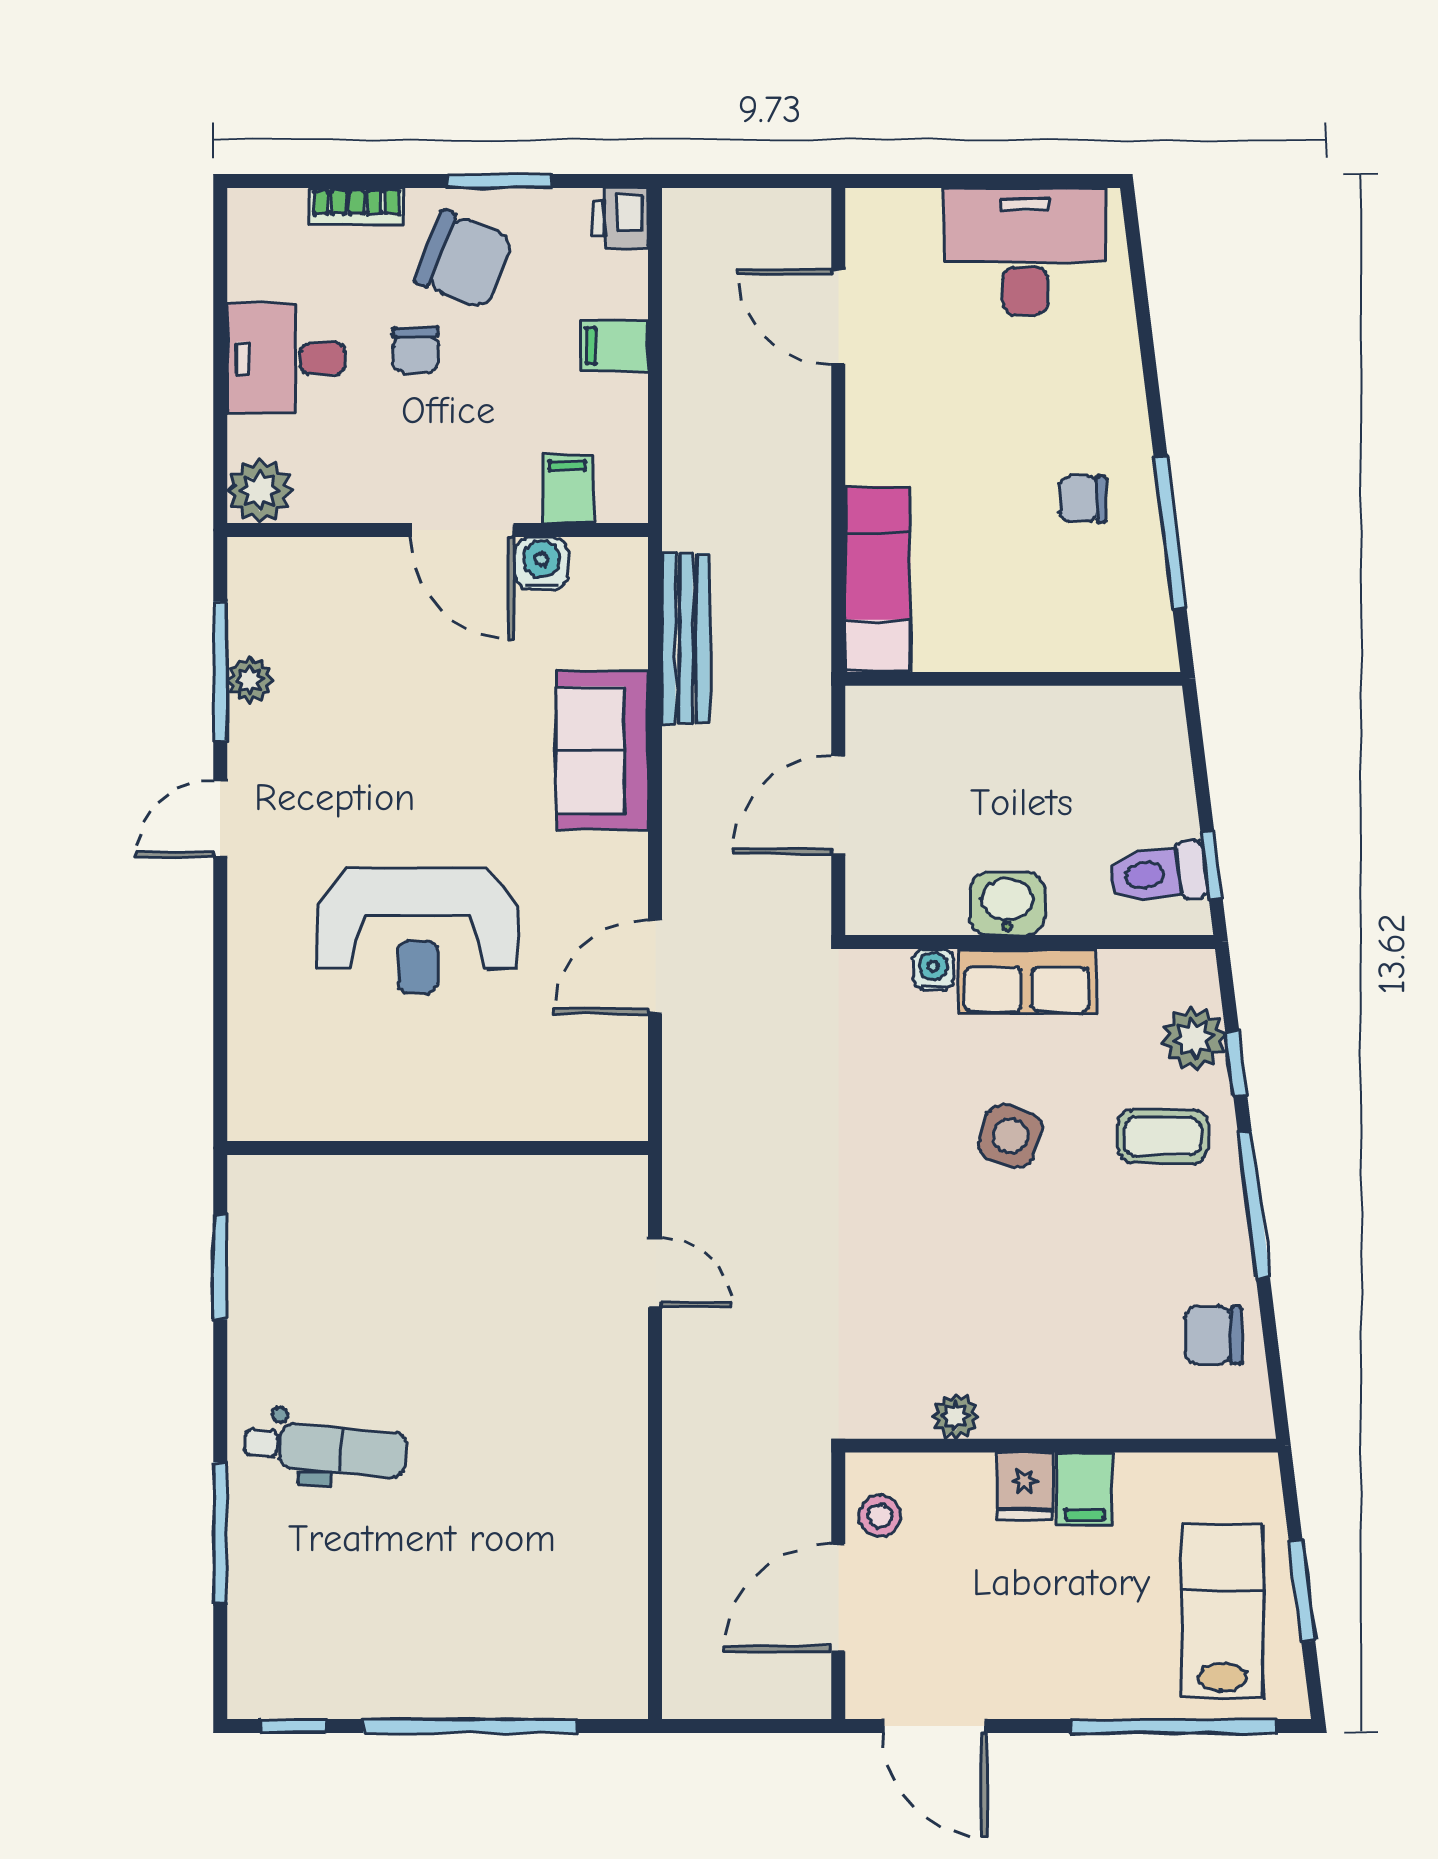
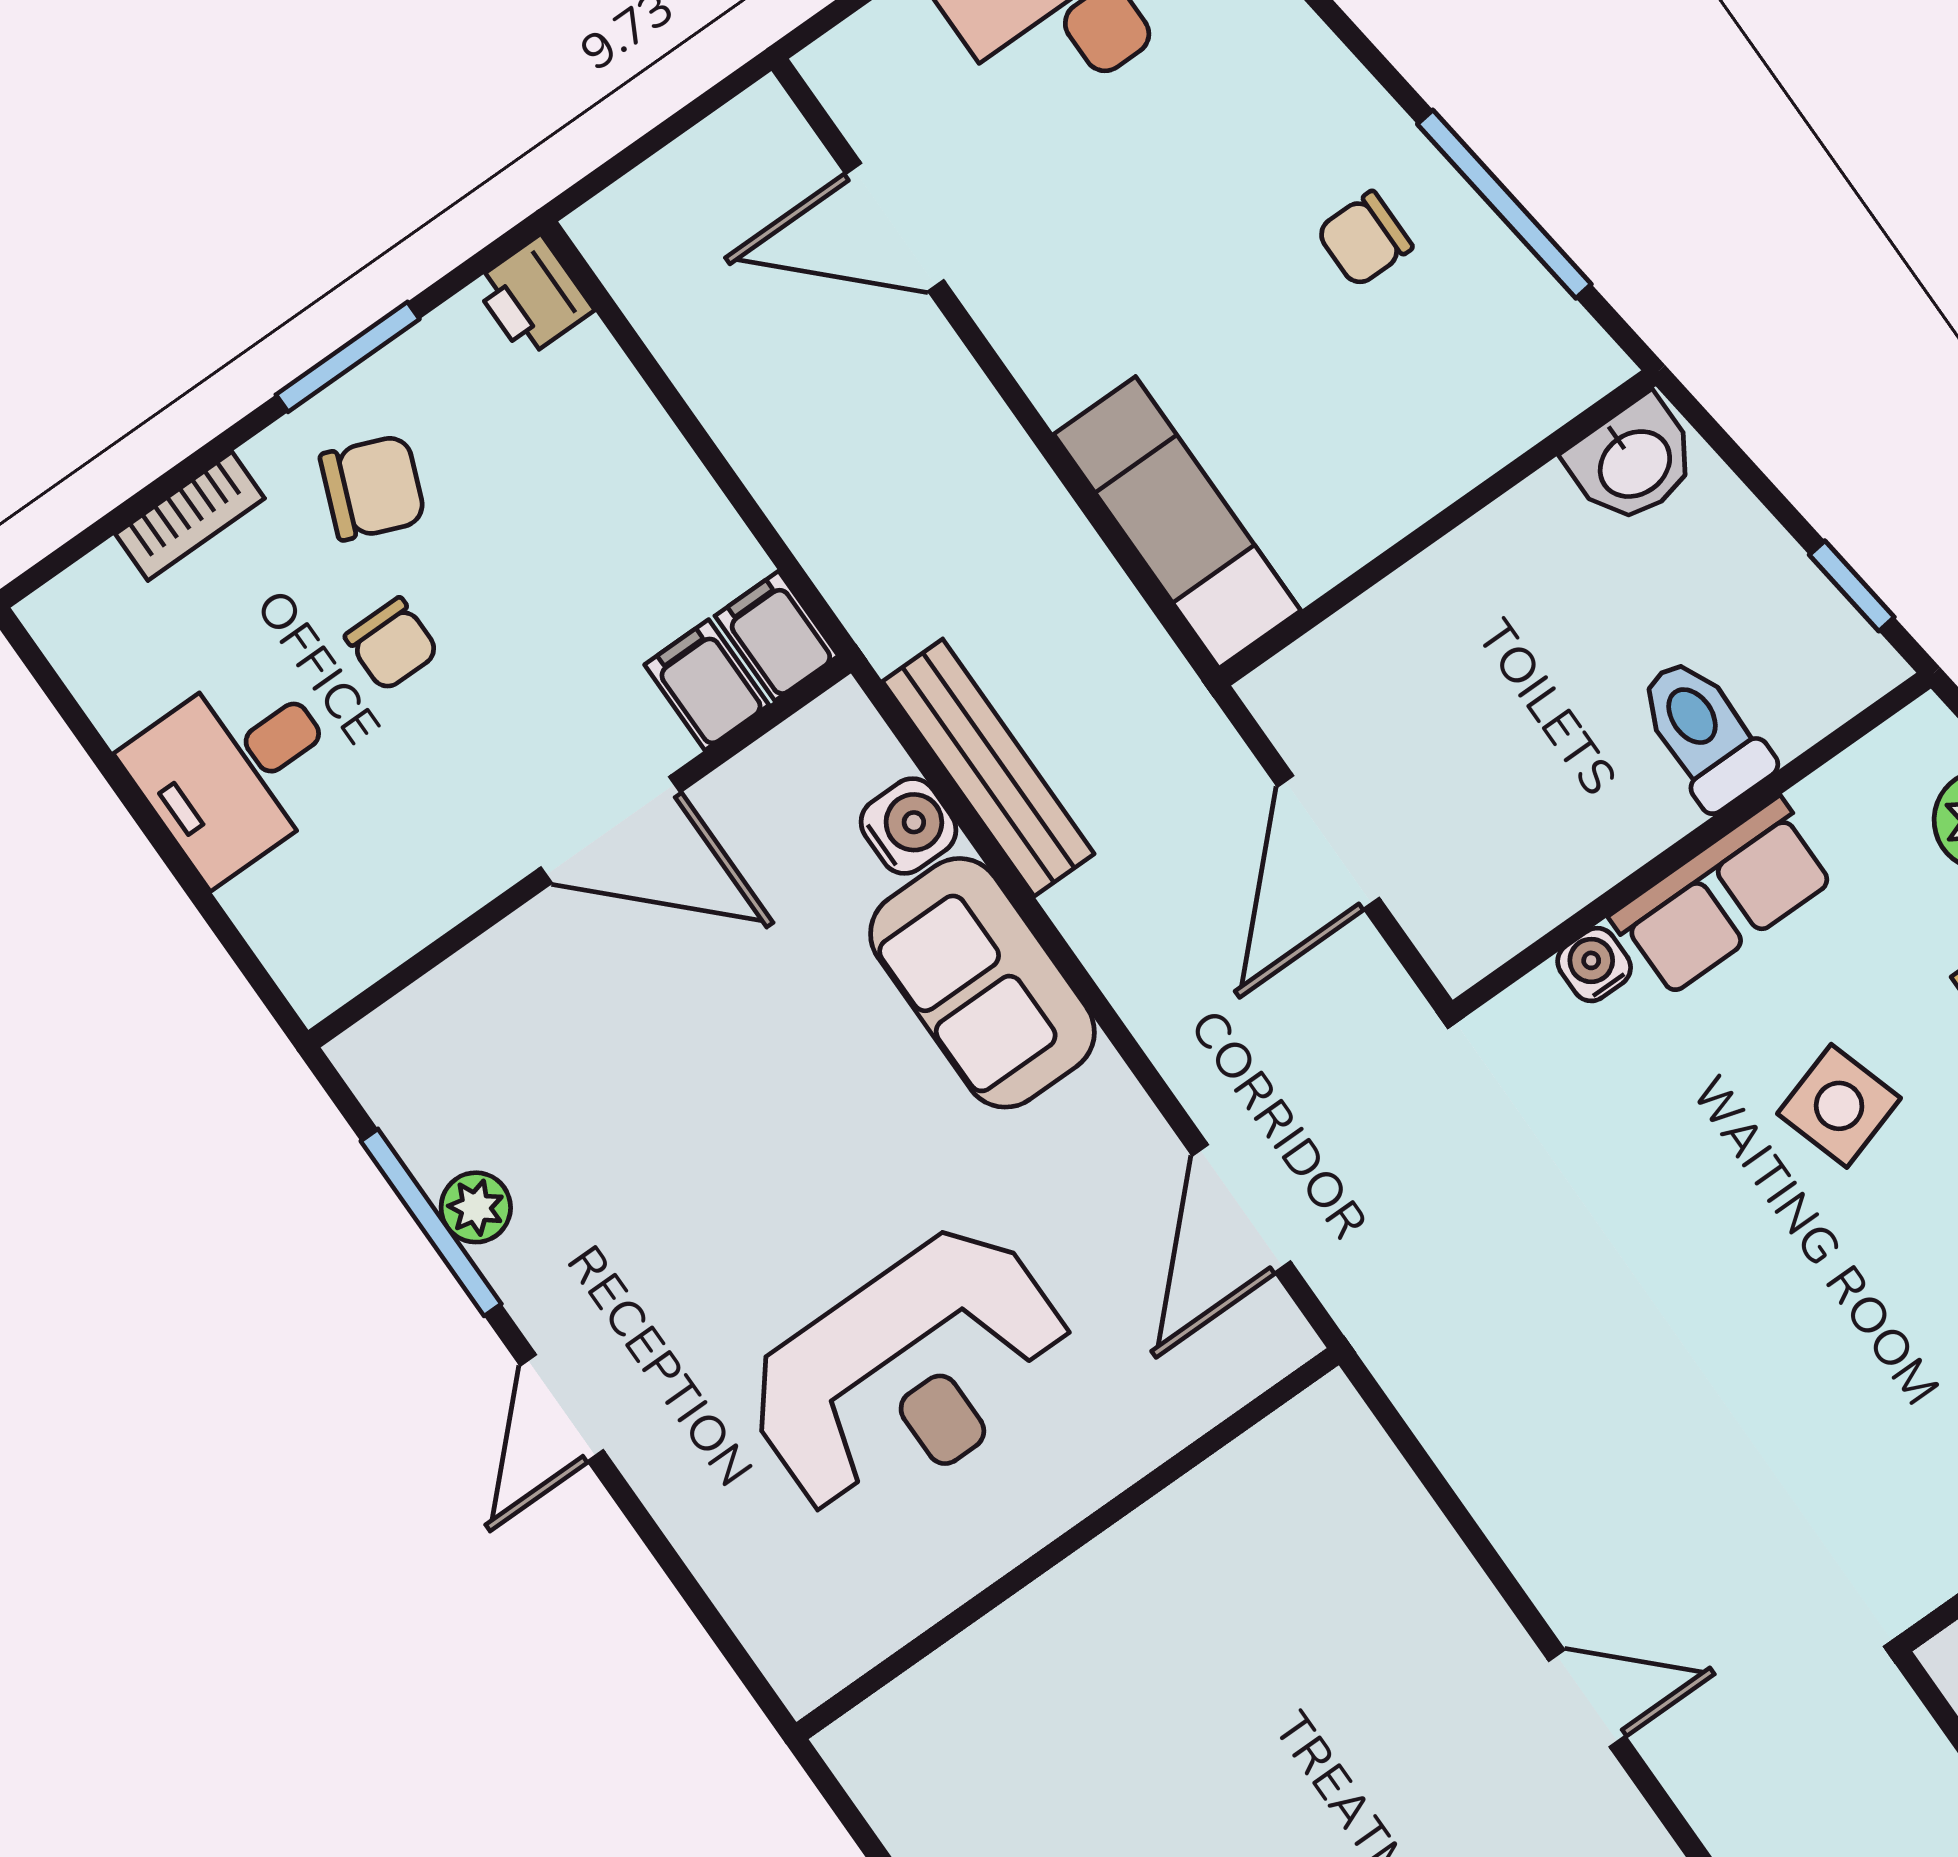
chair: (464, 260) -> (373, 488), width x0.73, depth x0.73
filing cabinet: (614, 346) -> (777, 636), moved, turned 90
plant: (260, 491) -> (320, 960), removed
water cooler: (541, 564) -> (909, 826), moved, turned 90
toilet: (1158, 874) -> (1704, 733), moved, turned 97
washbasin: (1007, 904) -> (1633, 462), moved, turned 180
side table: (1010, 1136) -> (1839, 1106), turned -36
wall: (438, 1148) -> (1068, 1544), moved
door: (655, 1273) -> (1587, 1698), moved

